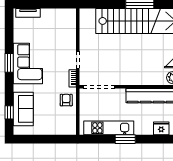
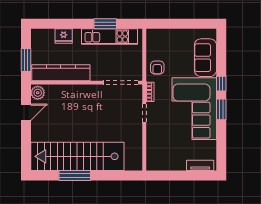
corner sofa: (28, 64) -> (194, 109), width x1.36, depth x1.36
window: (9, 112) -> (221, 84), moved
fridge: (161, 128) -> (64, 36), moved
window: (125, 139) -> (105, 24), moved

